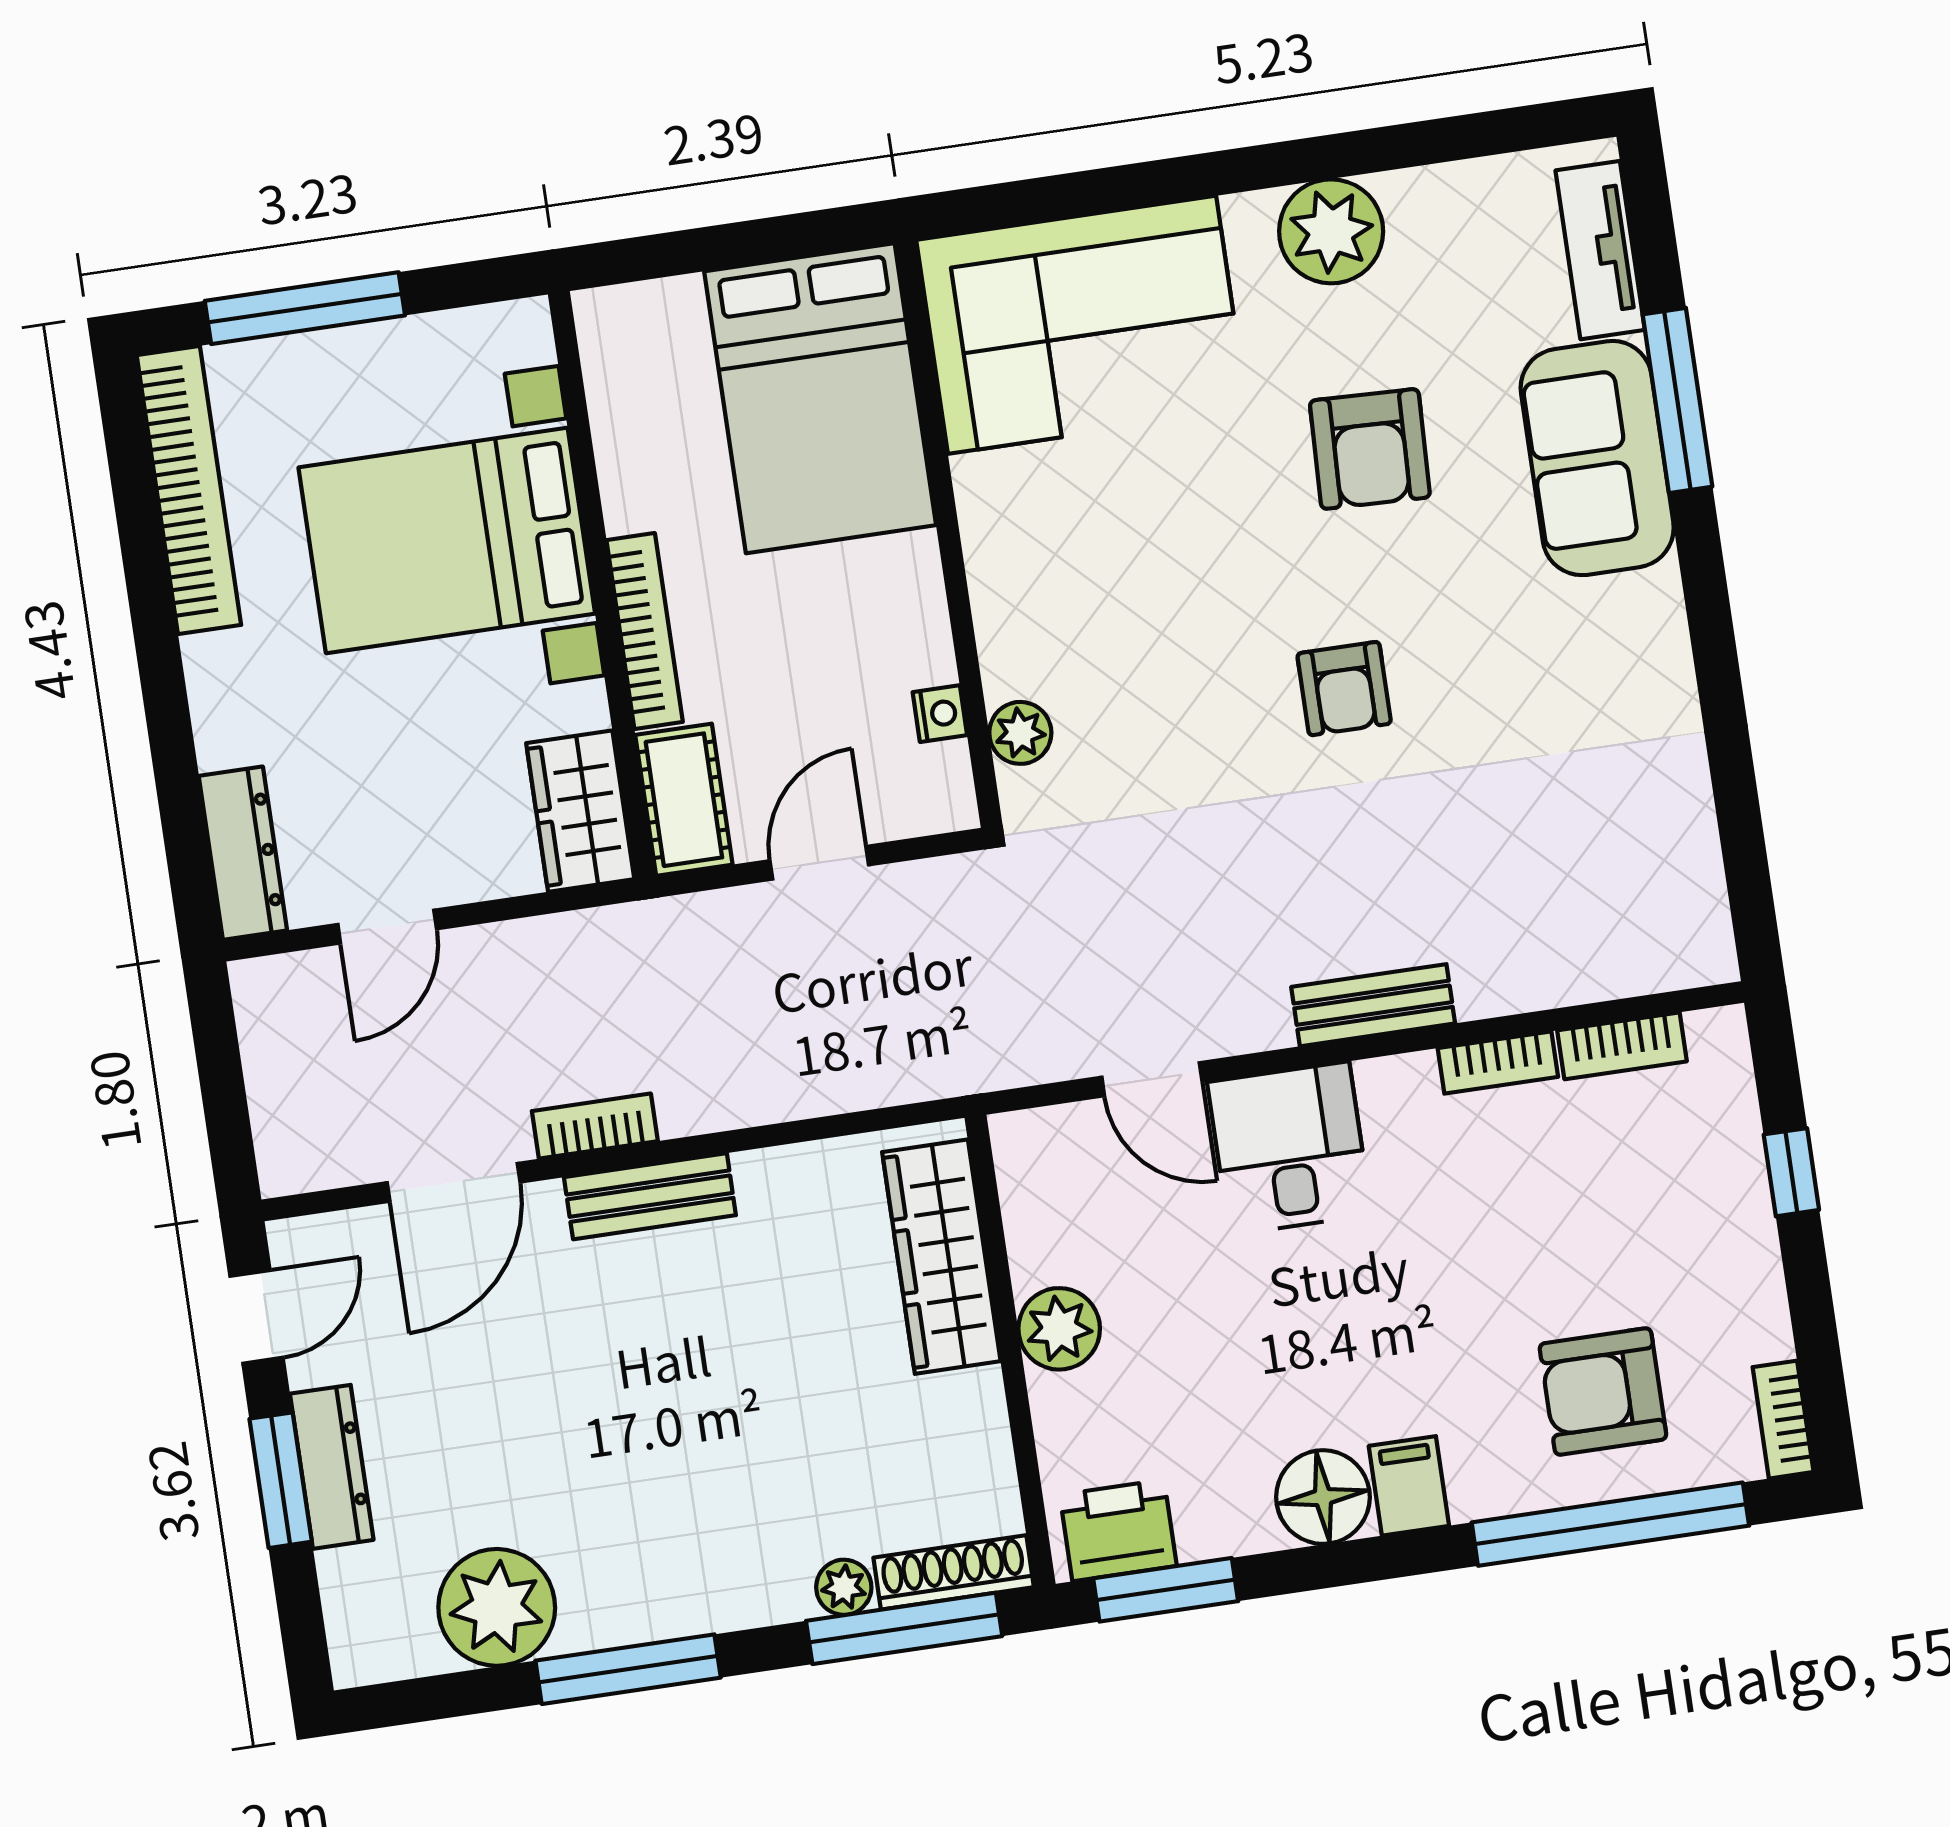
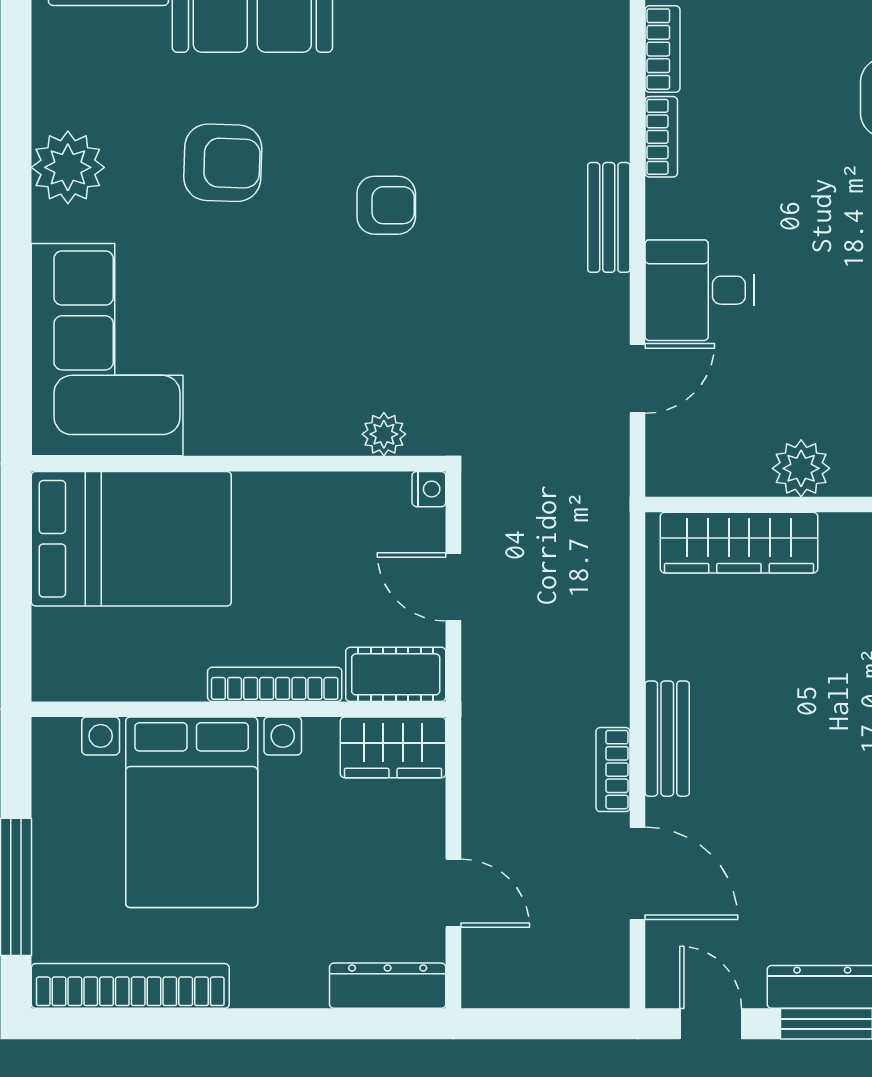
nightstand: (940, 714) -> (429, 489), moved, turned 90

